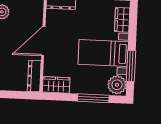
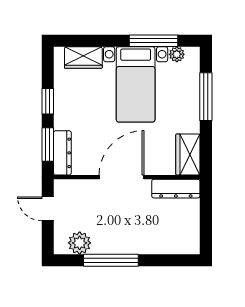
door: (43, 41) -> (122, 177), swing flipped
plant: (117, 85) -> (177, 54), width x0.53, depth x0.53

